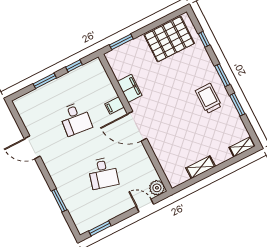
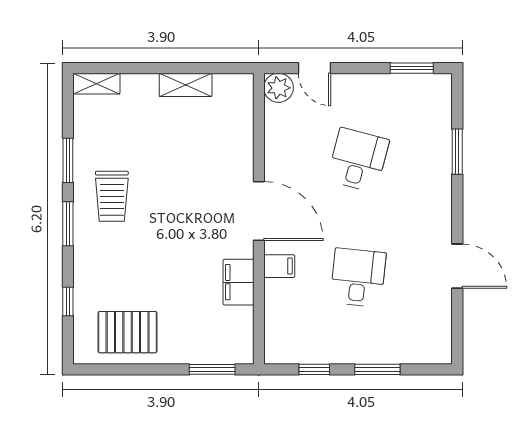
pallet: (169, 39) -> (128, 332), width x0.73, depth x0.71

